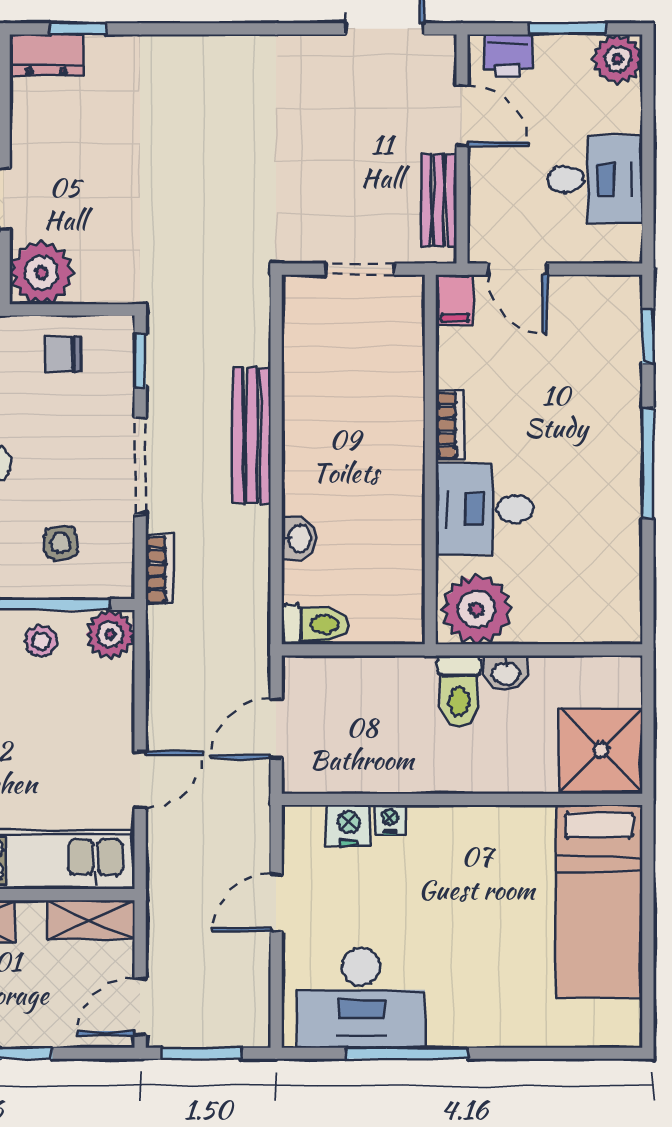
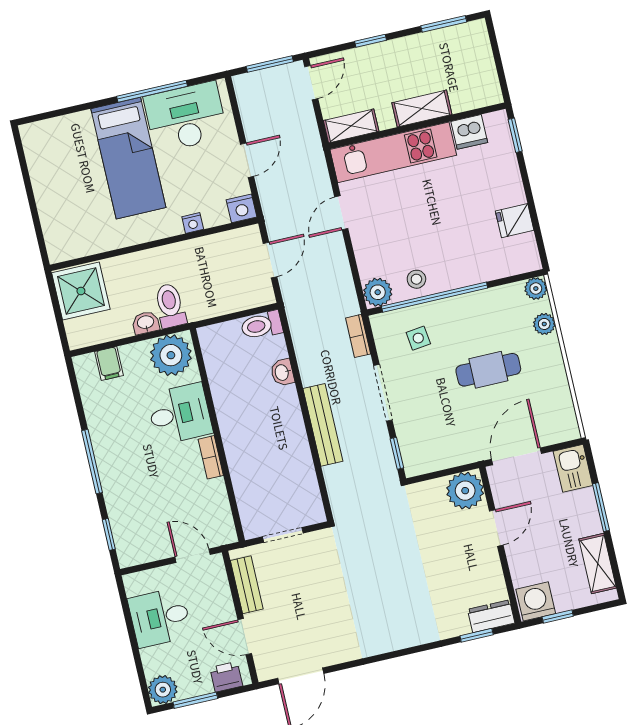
filing cabinet: (455, 300) -> (109, 364), moved, turned 180
chair: (63, 354) -> (442, 447), removed
nightstand: (349, 825) -> (242, 208), moved
bed: (599, 901) -> (128, 158), moved, turned 180

